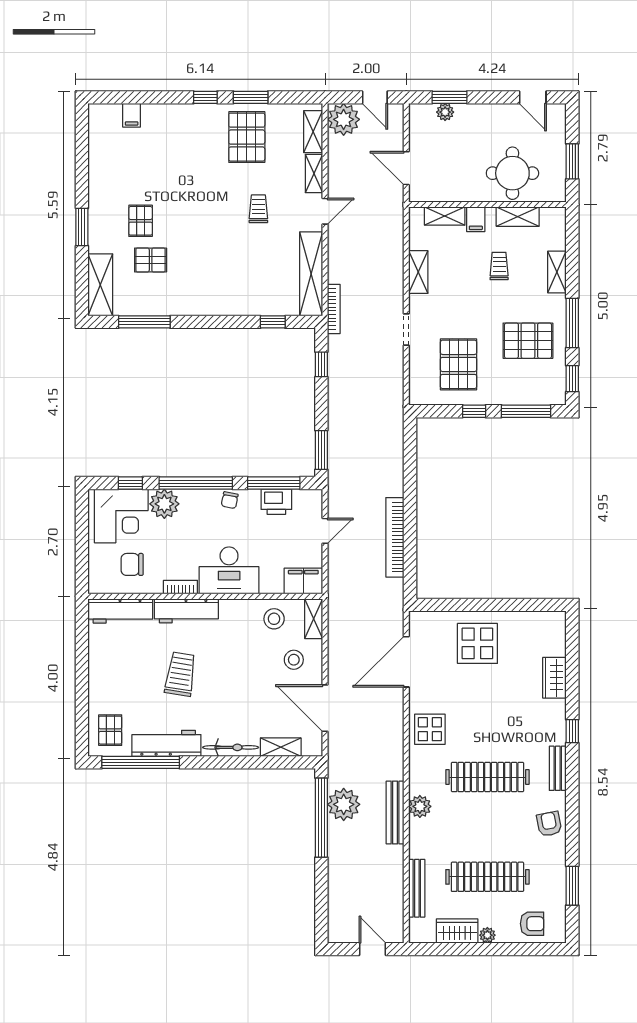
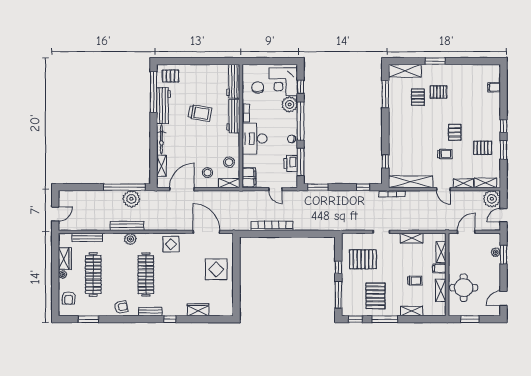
pallet: (247, 137) -> (483, 148), width x0.67, depth x0.71
pallet: (217, 190) -> (455, 132), added

